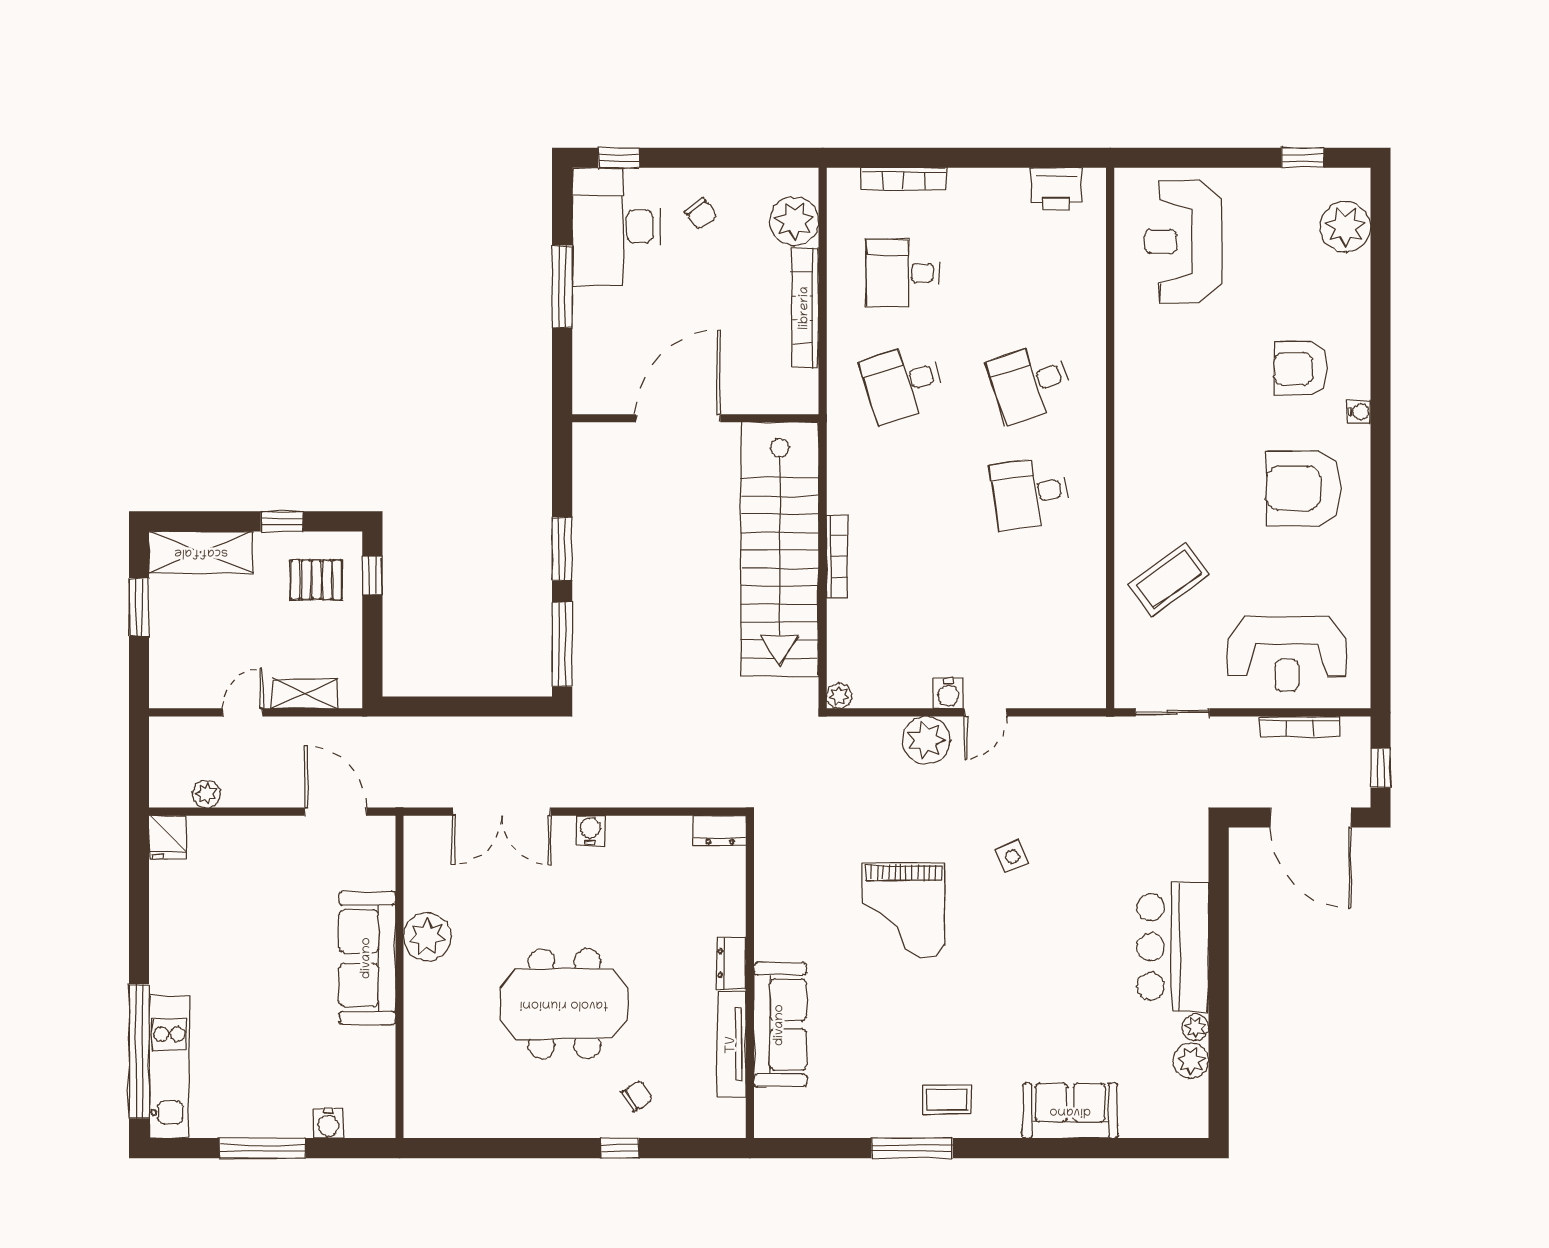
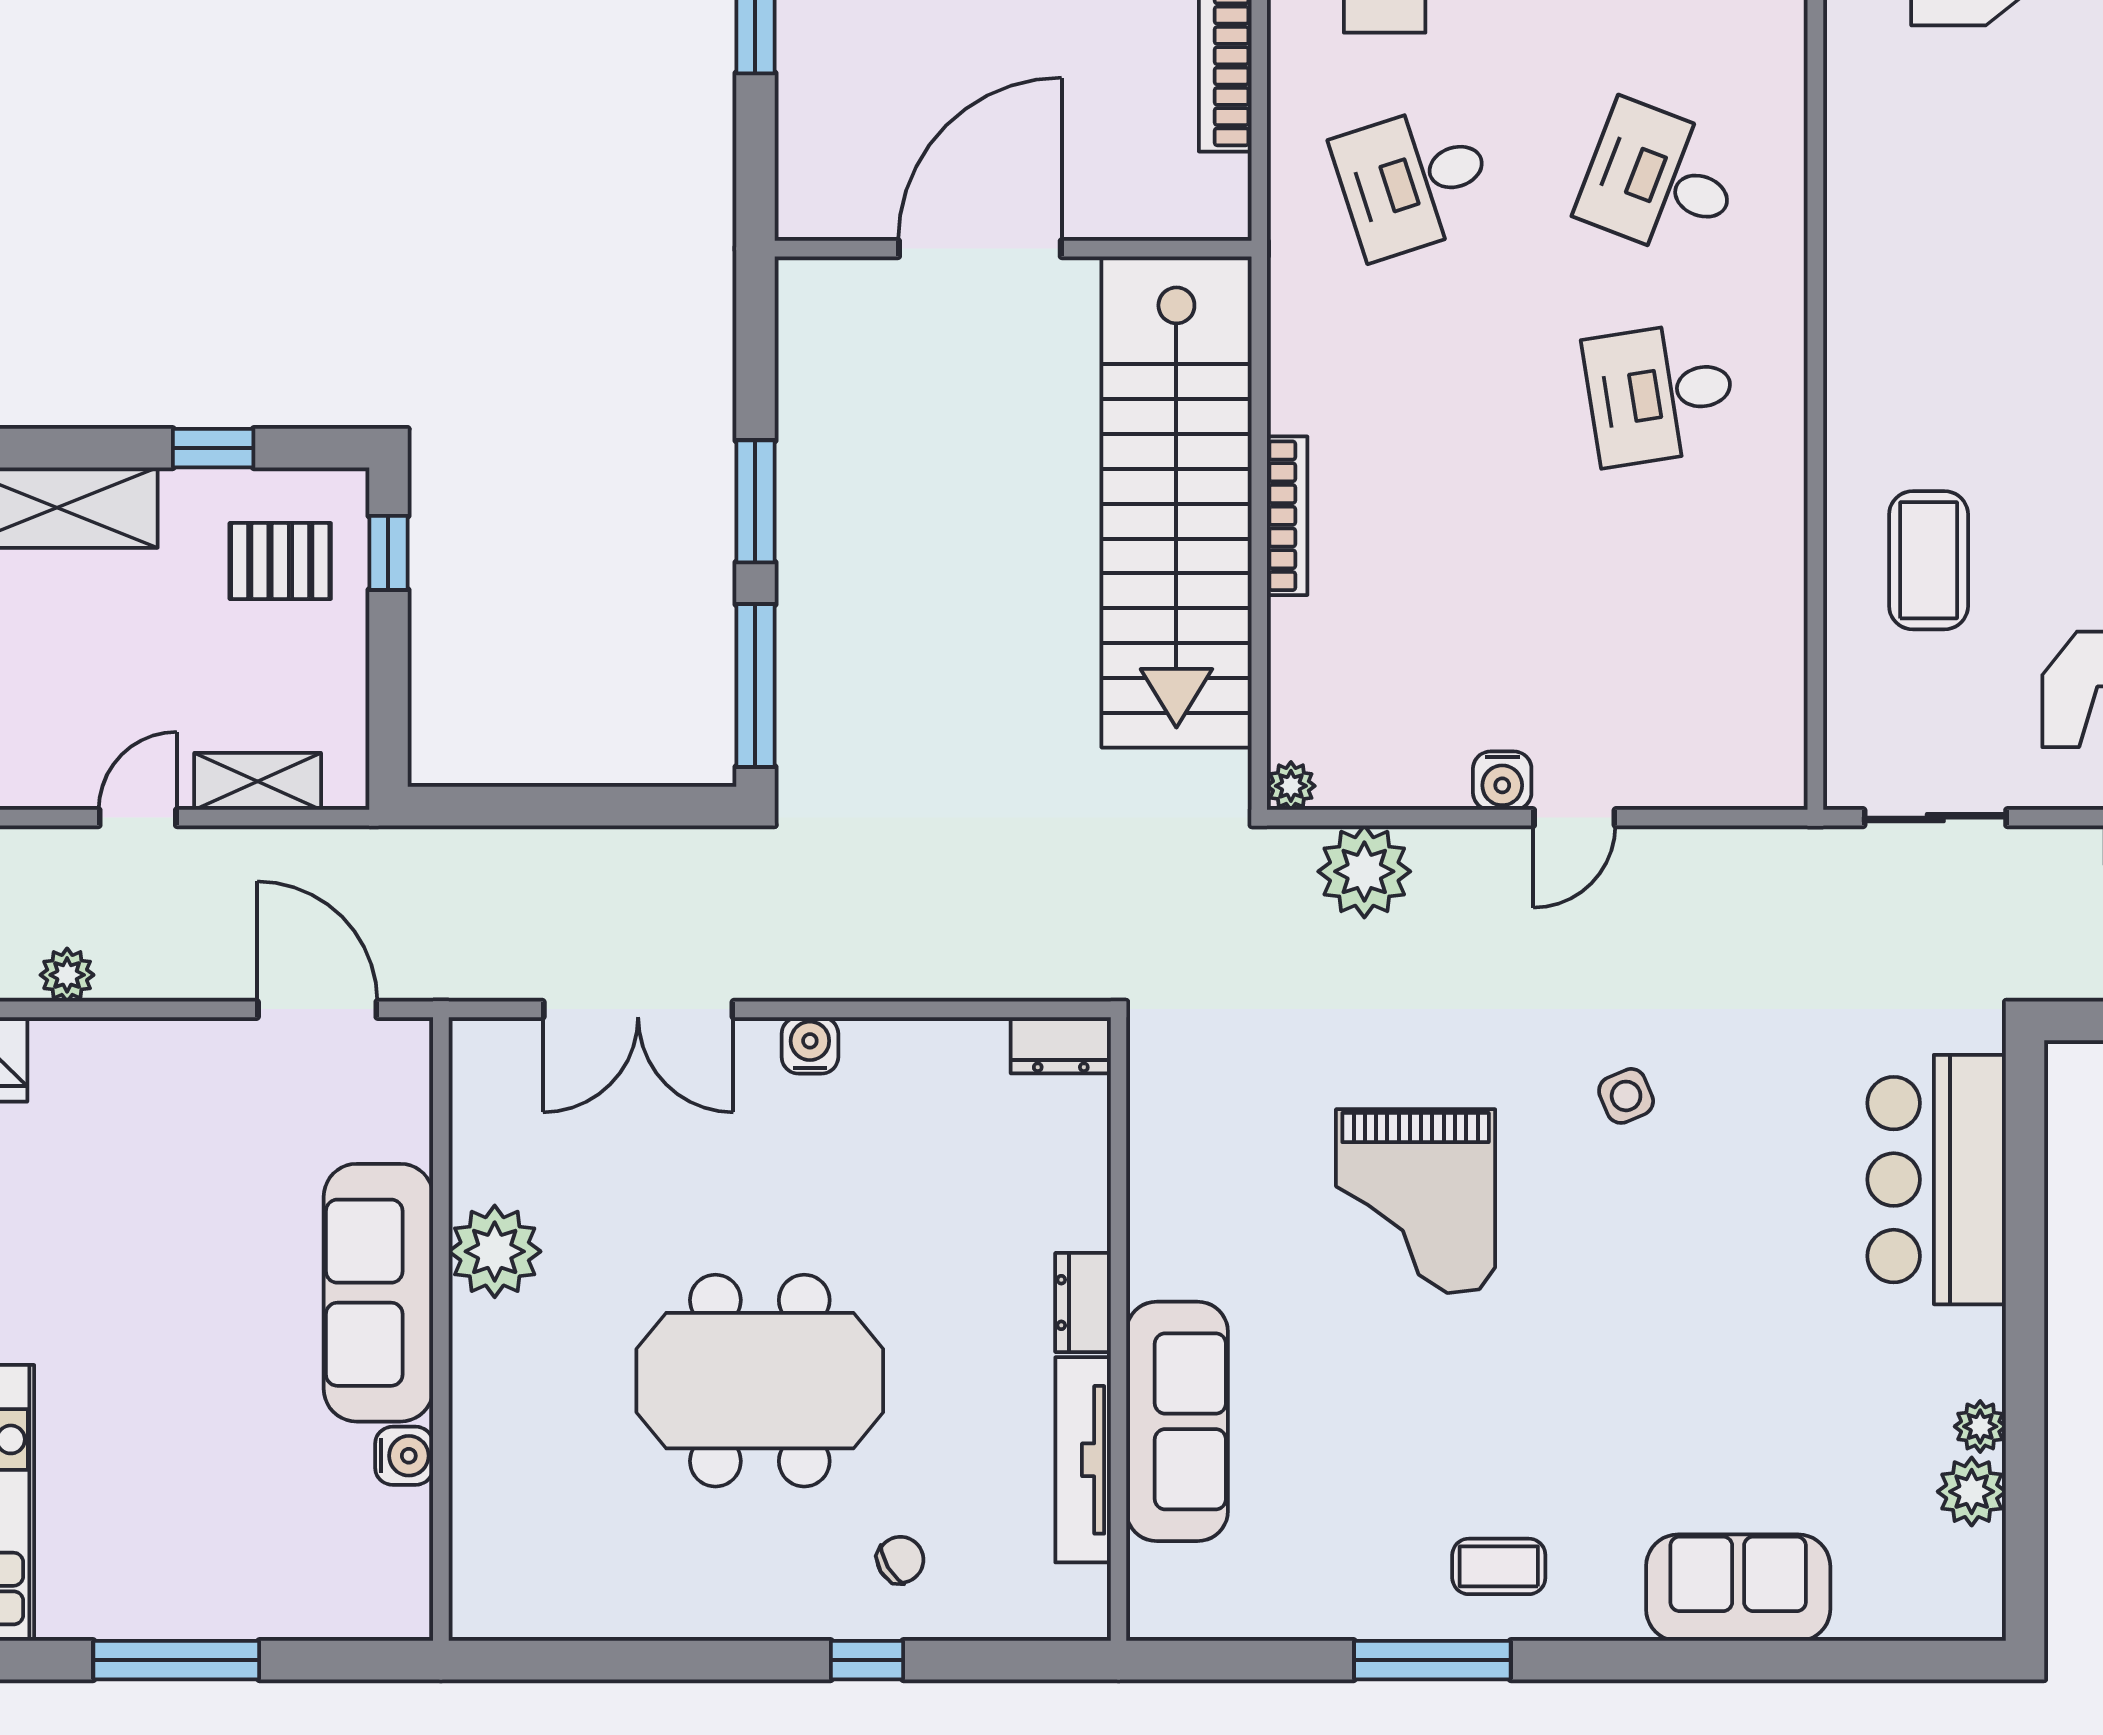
desk: (1030, 383) -> (1660, 181), turned 39
coffee table: (1169, 579) -> (1929, 560), turned -54
plant: (926, 740) -> (1364, 871), moved
bar counter: (1173, 947) -> (1937, 1180), moved
water cooler: (328, 1123) -> (404, 1456), moved, turned -90

